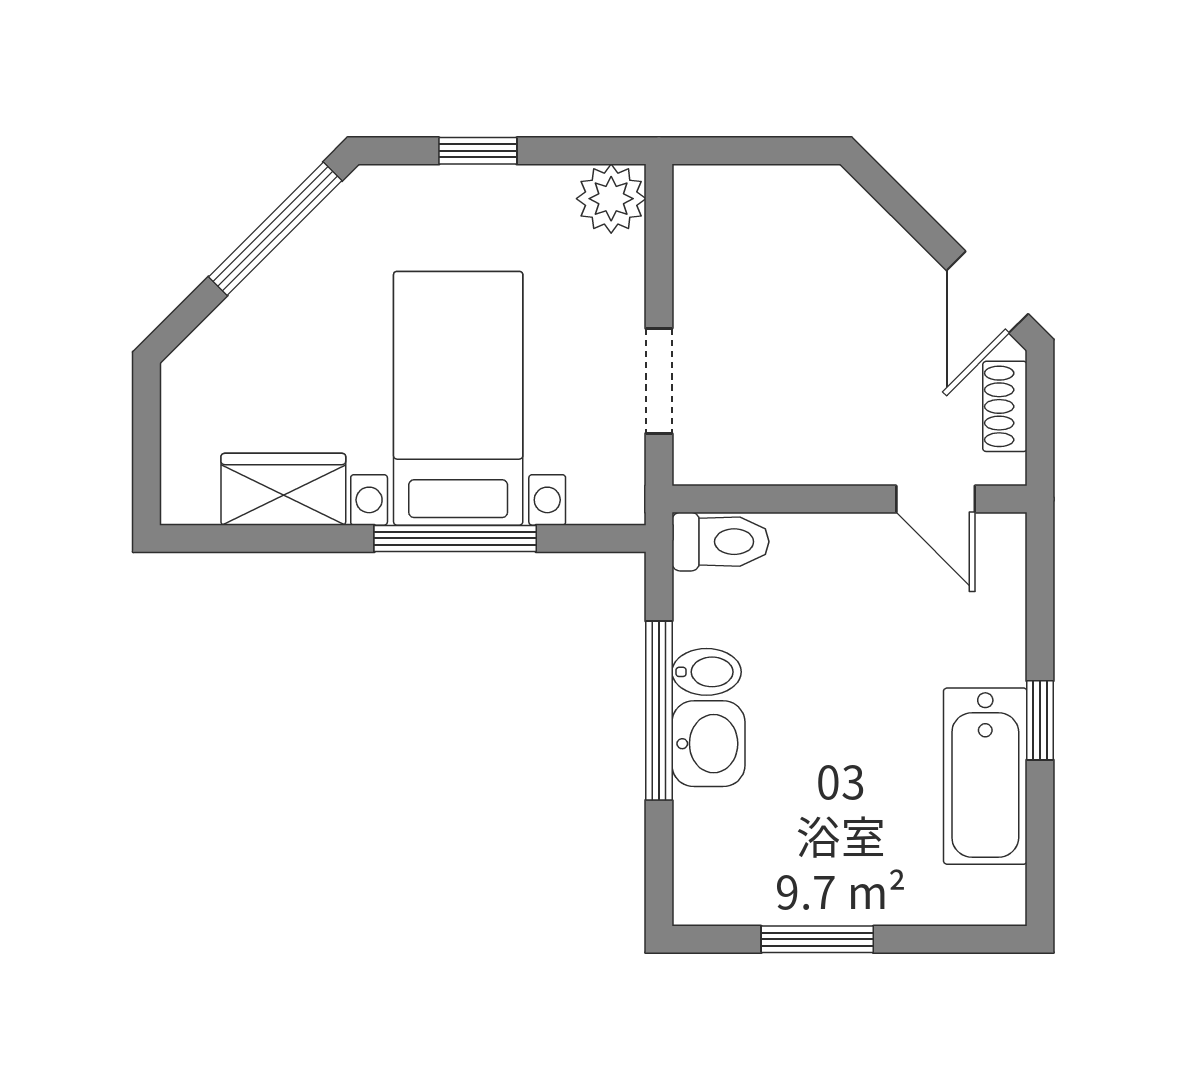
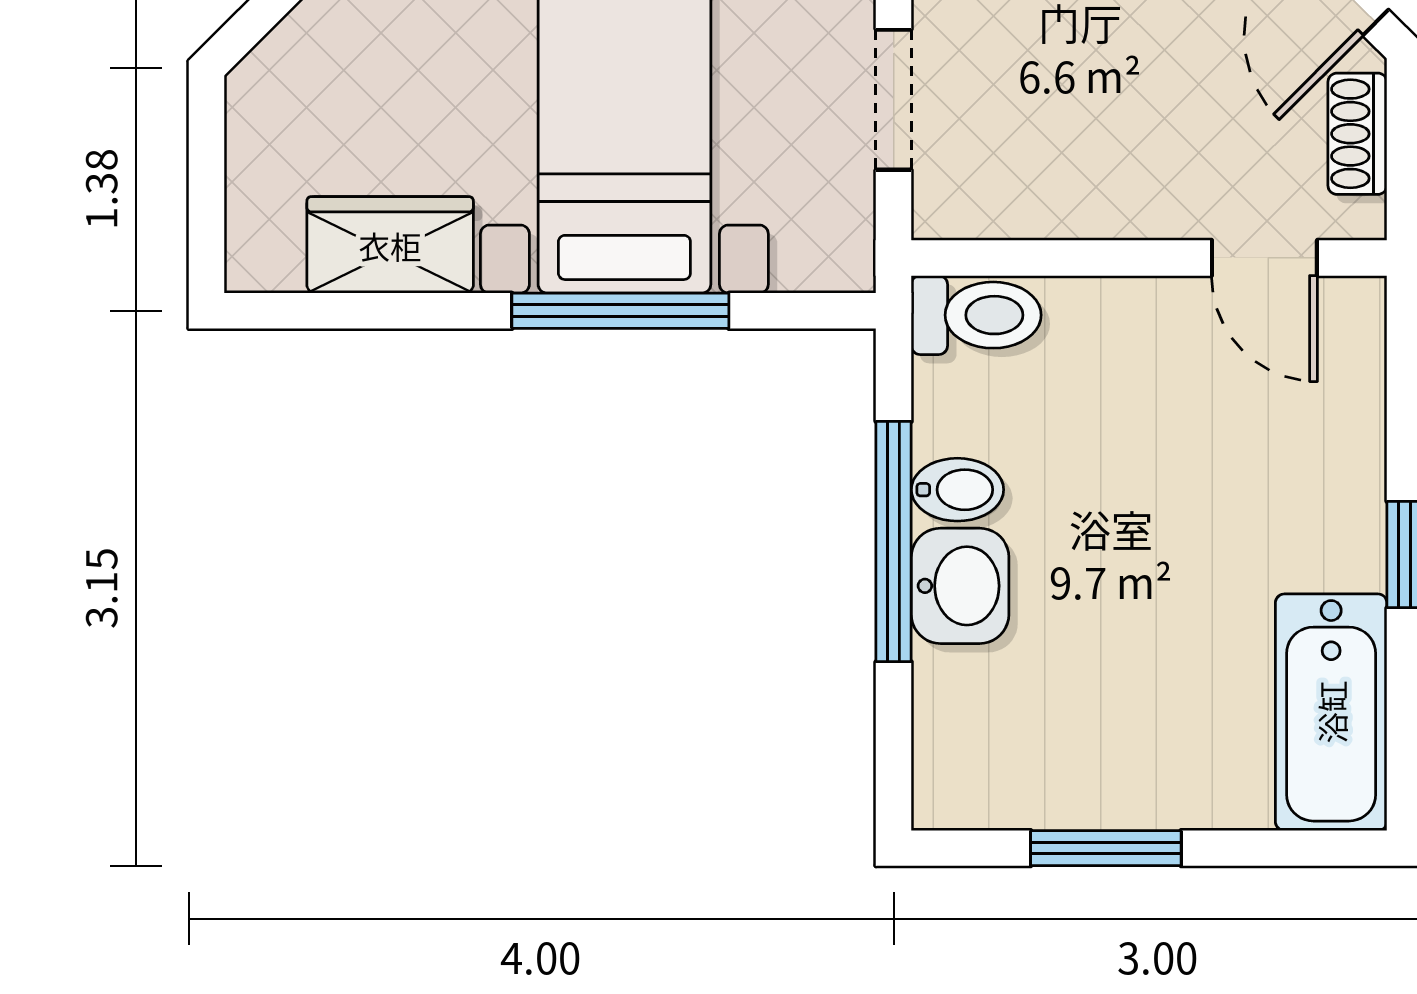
bathtub: (985, 776) -> (1331, 712), moved

